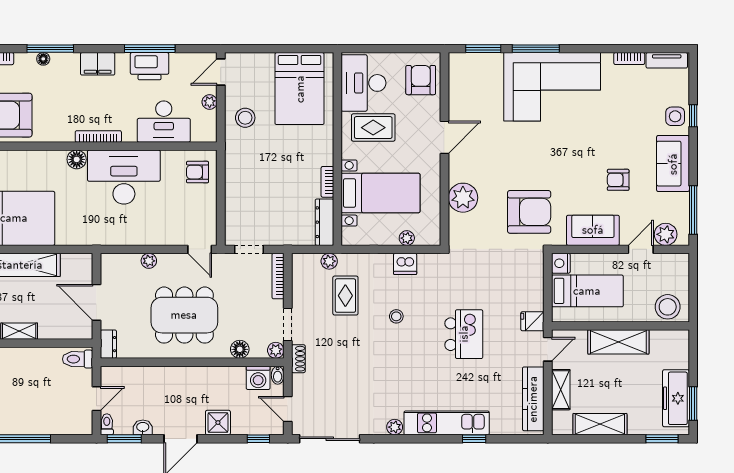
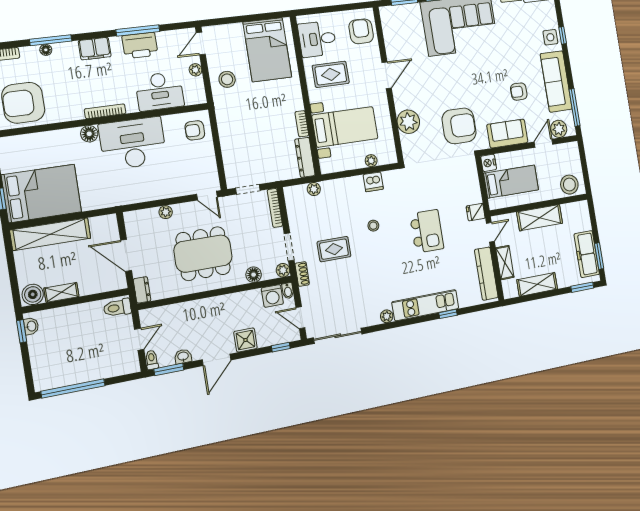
desk: (363, 83) -> (317, 39), width x0.73
sofa: (673, 164) -> (556, 81), width x1.36
rug: (345, 296) -> (334, 249), moved, turned 90

